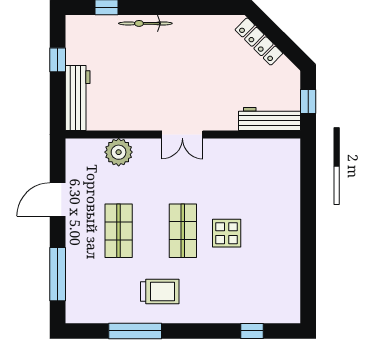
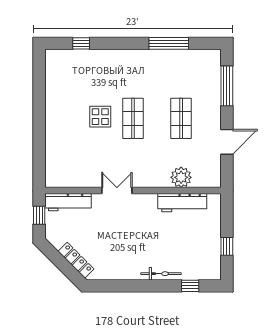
workbench: (78, 98) -> (182, 203), moved, turned -90
double door: (182, 134) -> (117, 191), moved
trolley: (160, 291) -> (150, 73), removed

